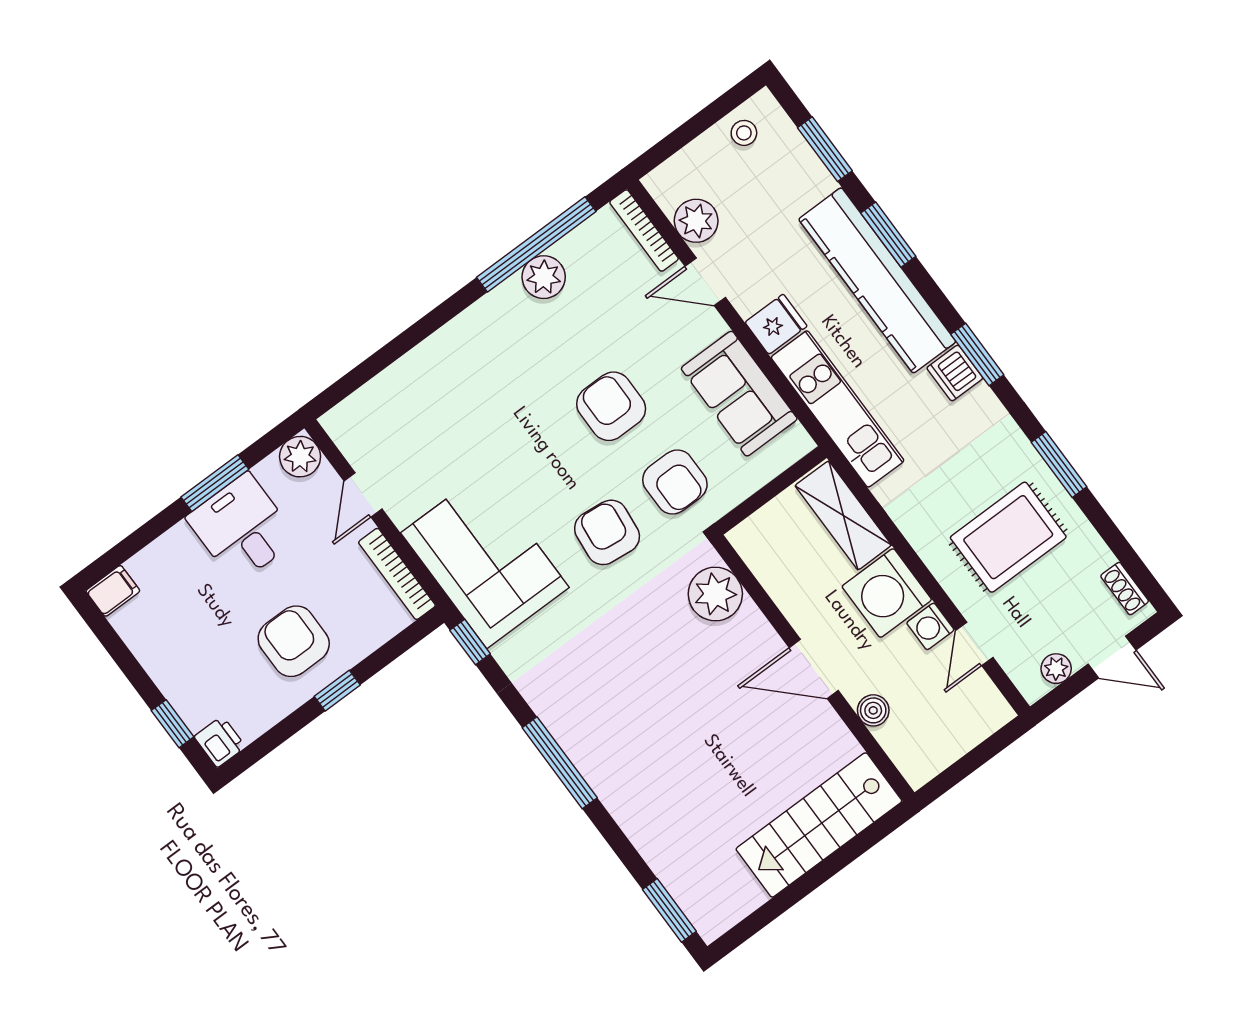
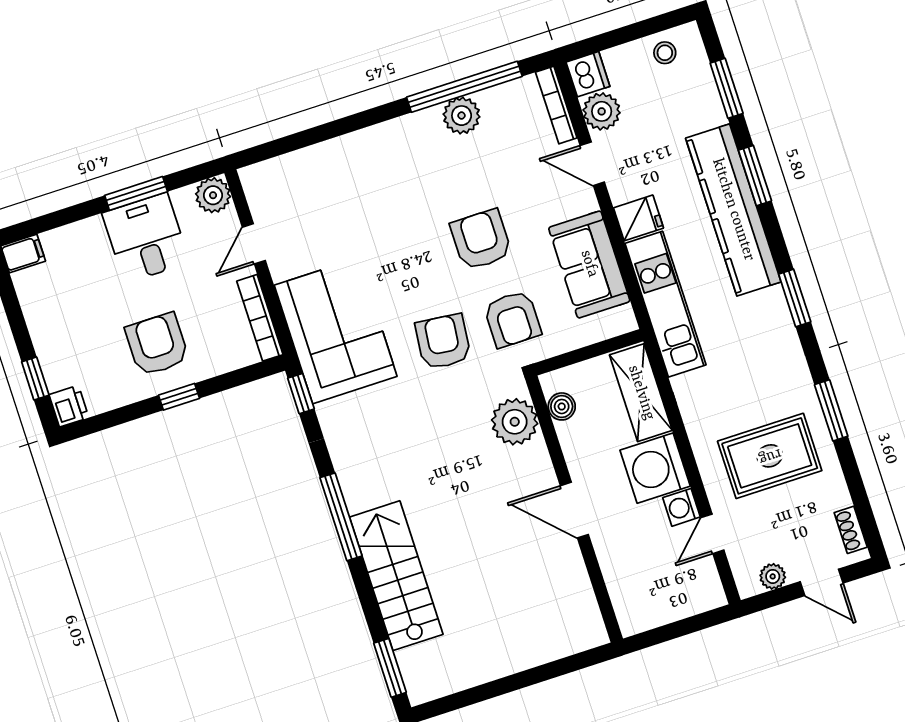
dishwasher: (955, 373) -> (588, 74), moved, turned 180
boiler: (873, 710) -> (562, 406), moved
stairs: (819, 825) -> (396, 576), moved, turned 90

